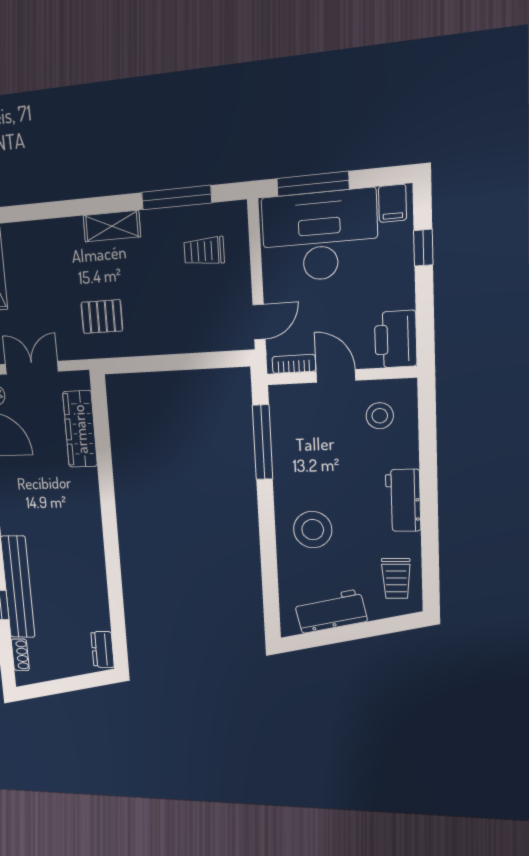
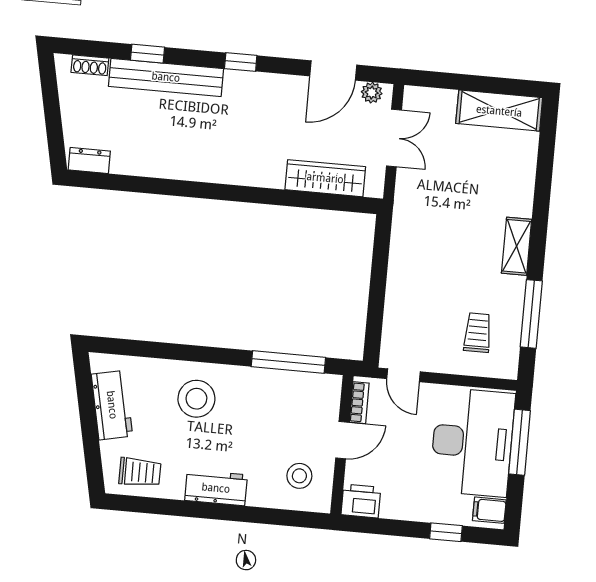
pallet: (102, 317) -> (433, 221), removed
printer: (396, 339) -> (361, 501), width x0.73, depth x0.84
trolley: (396, 578) -> (140, 472), turned 180

